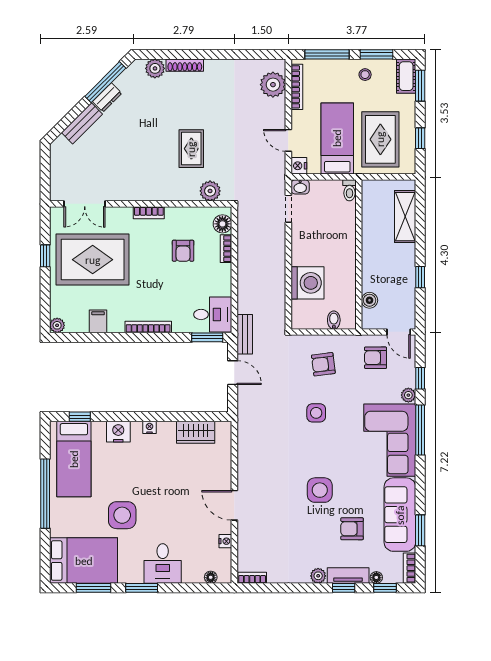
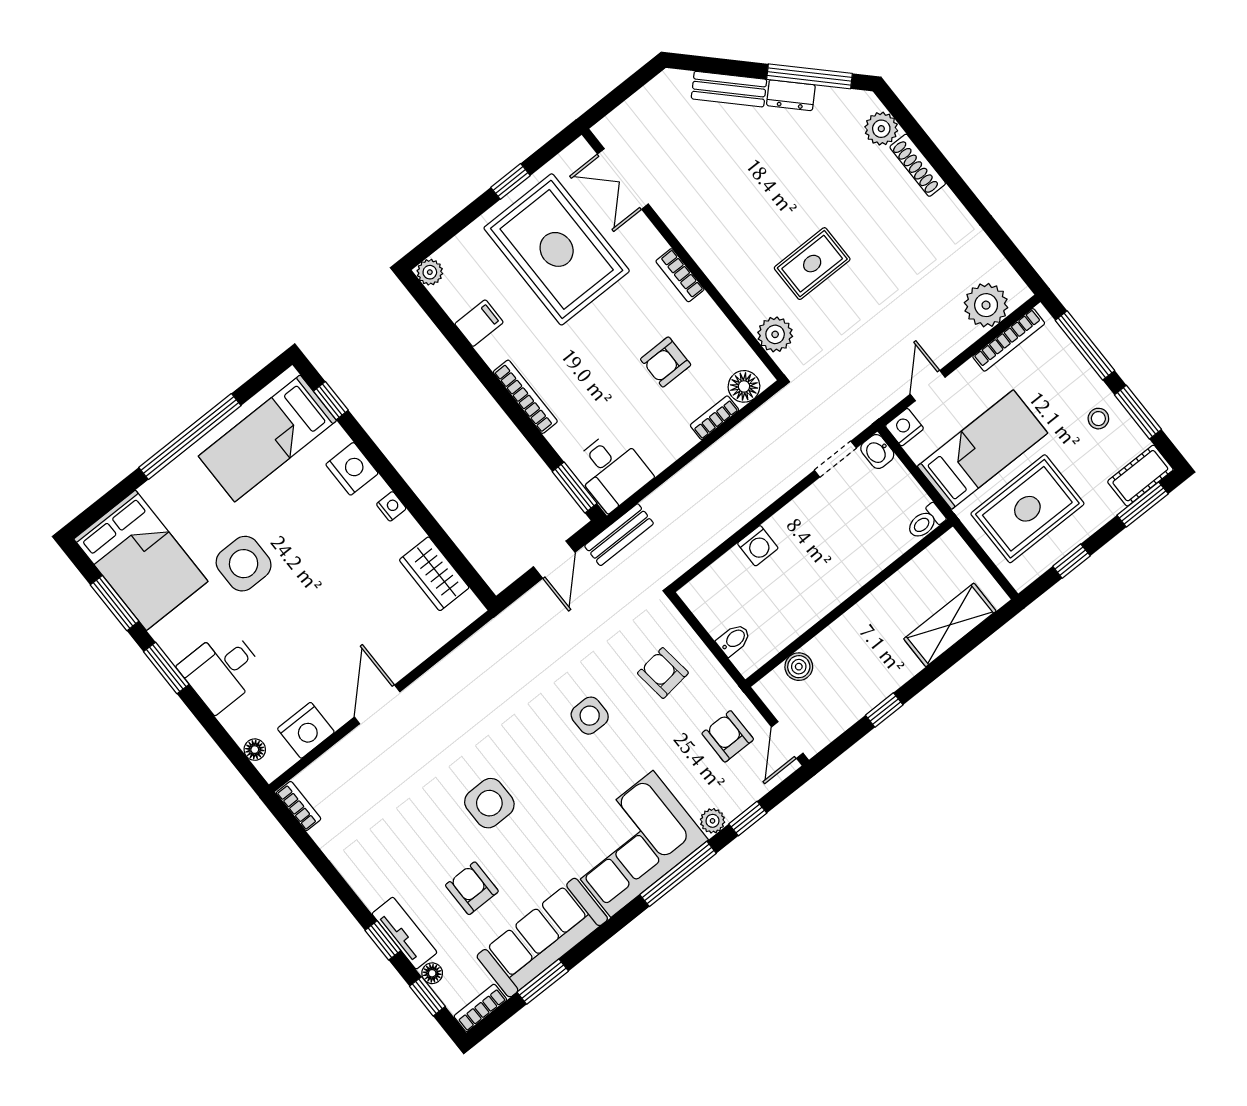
washing machine: (307, 283) -> (758, 546), width x0.53, depth x0.53
nightstand: (225, 541) -> (306, 730), width x1.89, depth x1.79
plant: (318, 576) -> (372, 893), removed

